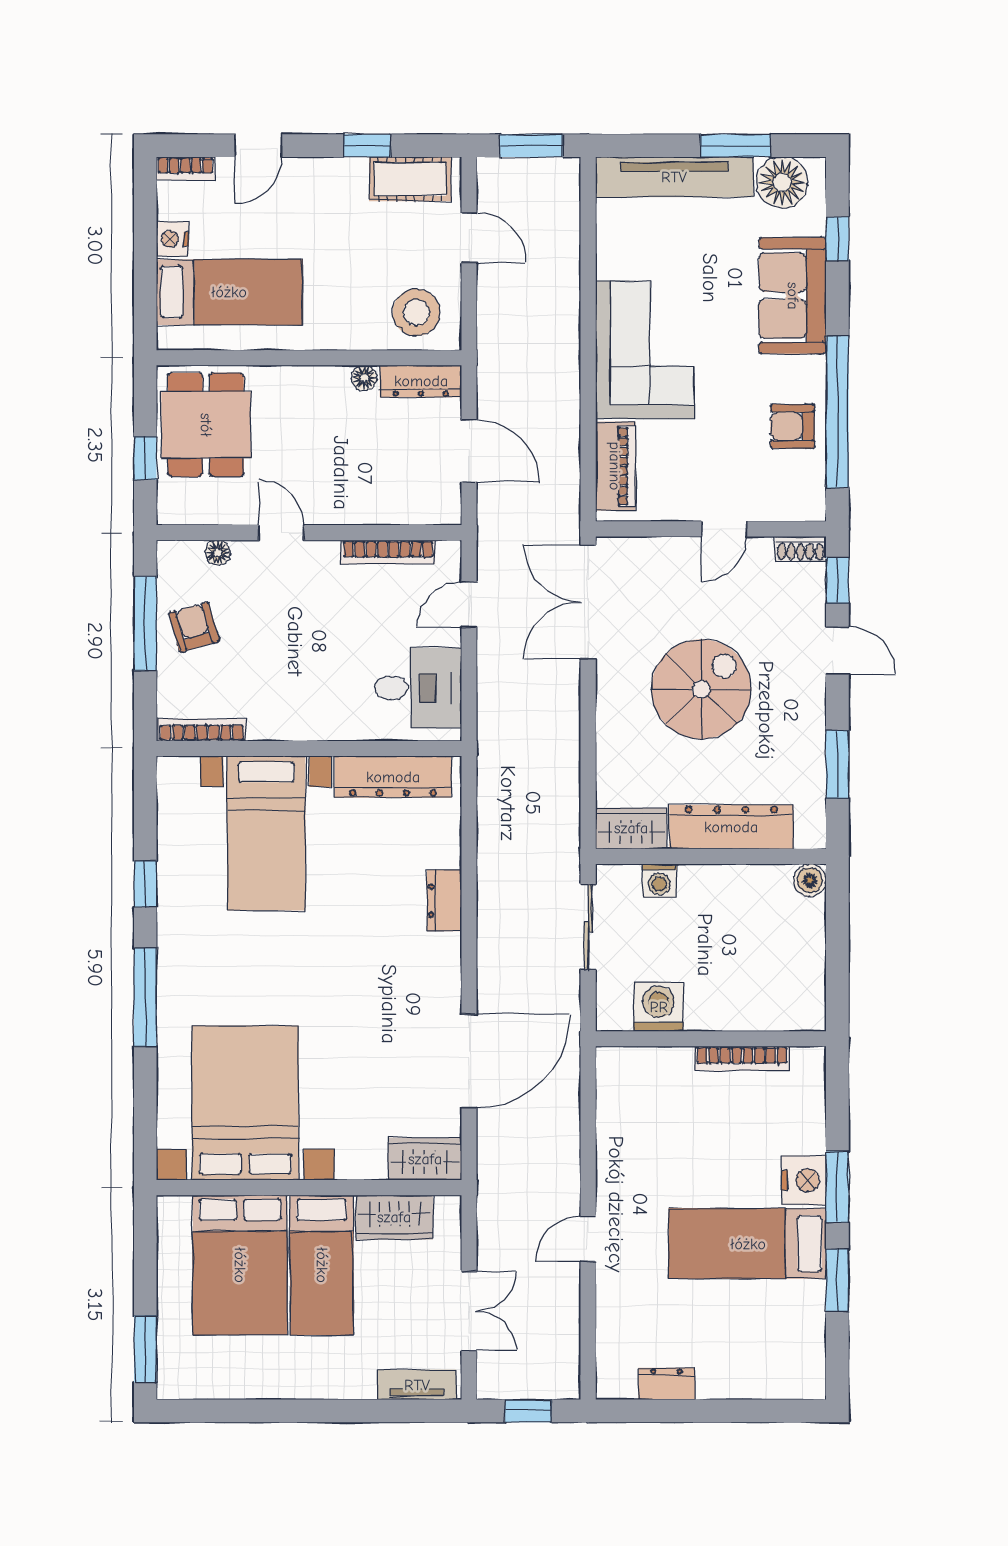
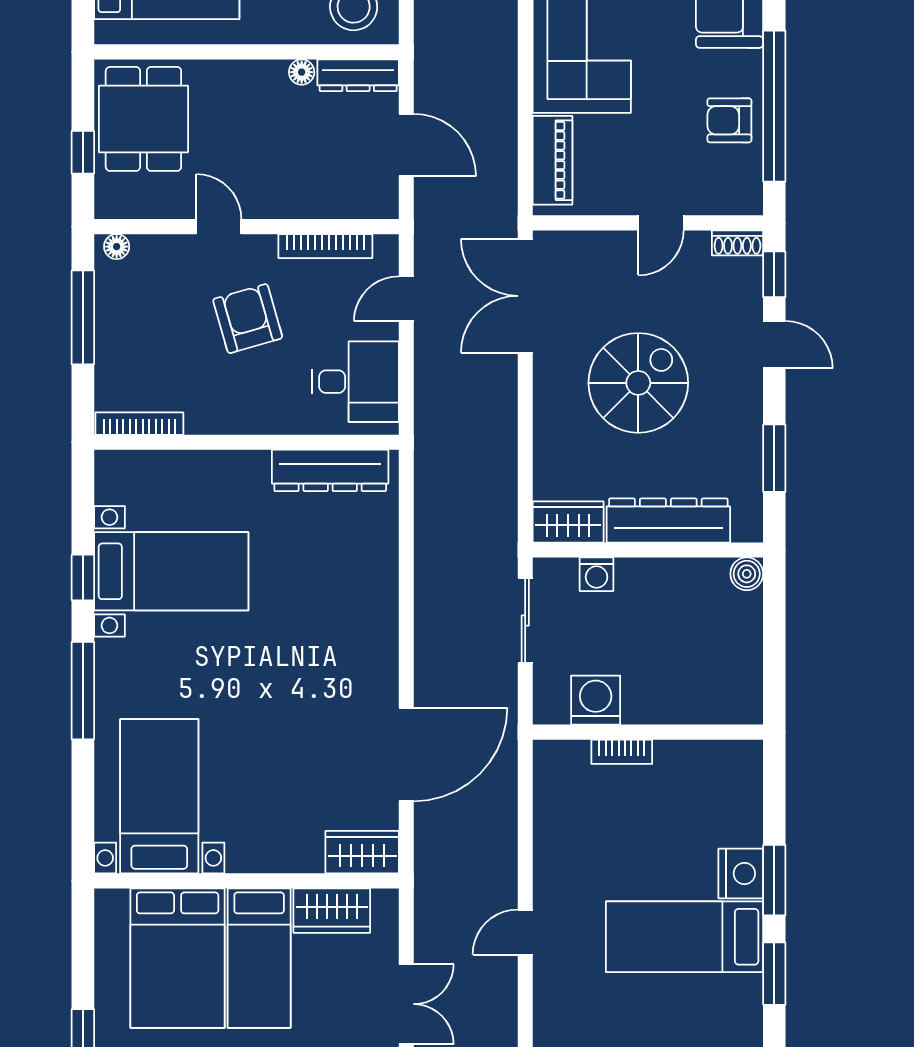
floor lamp: (218, 553) -> (117, 247), moved
armchair: (194, 627) -> (248, 319), moved, width x1.38, depth x1.38
bed with nightstands: (266, 833) -> (171, 571), moved, turned -90
dresser: (444, 901) -> (382, 594), removed
bookcase: (742, 1058) -> (622, 752), moved, width x0.64
bed with nightstands: (245, 1103) -> (159, 796), width x0.73

